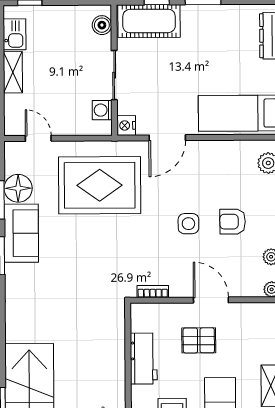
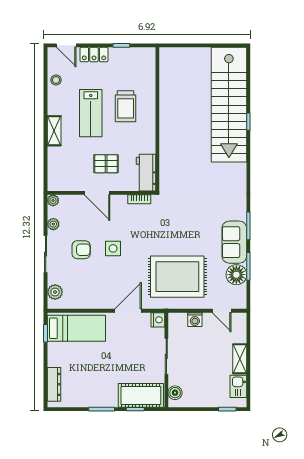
washing machine: (102, 110) -> (195, 320), moved, turned 90
workbench: (144, 359) -> (146, 173), moved

